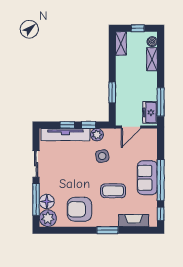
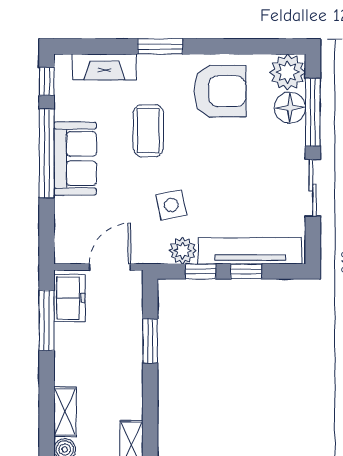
coffee table: (113, 191) -> (148, 131), turned 90

